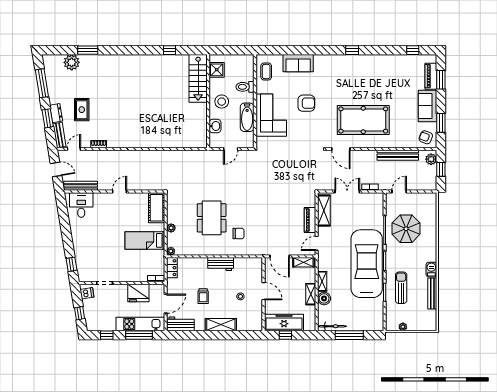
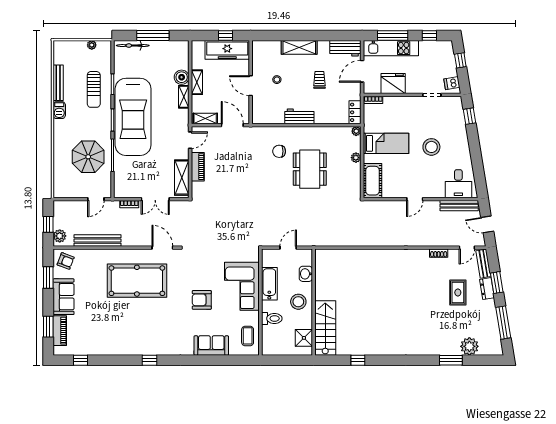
stool: (105, 237) -> (431, 147), added
bicycle: (332, 326) -> (133, 46), moved

